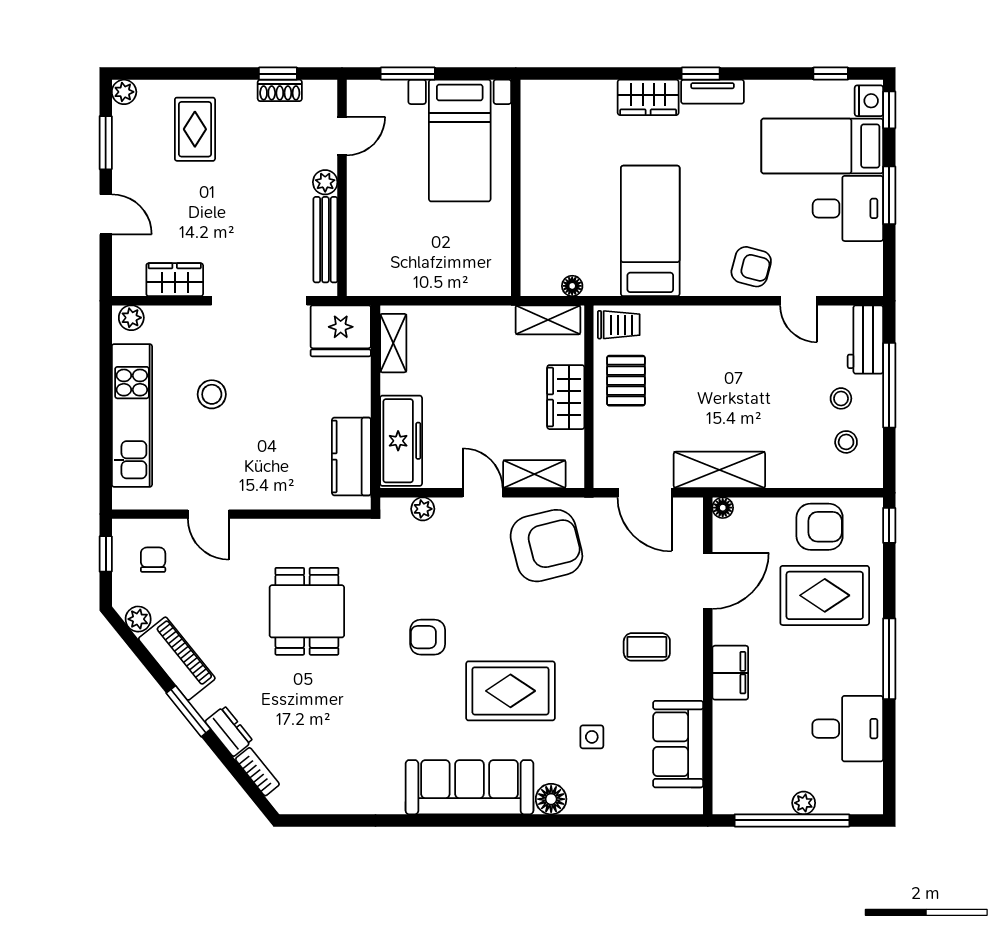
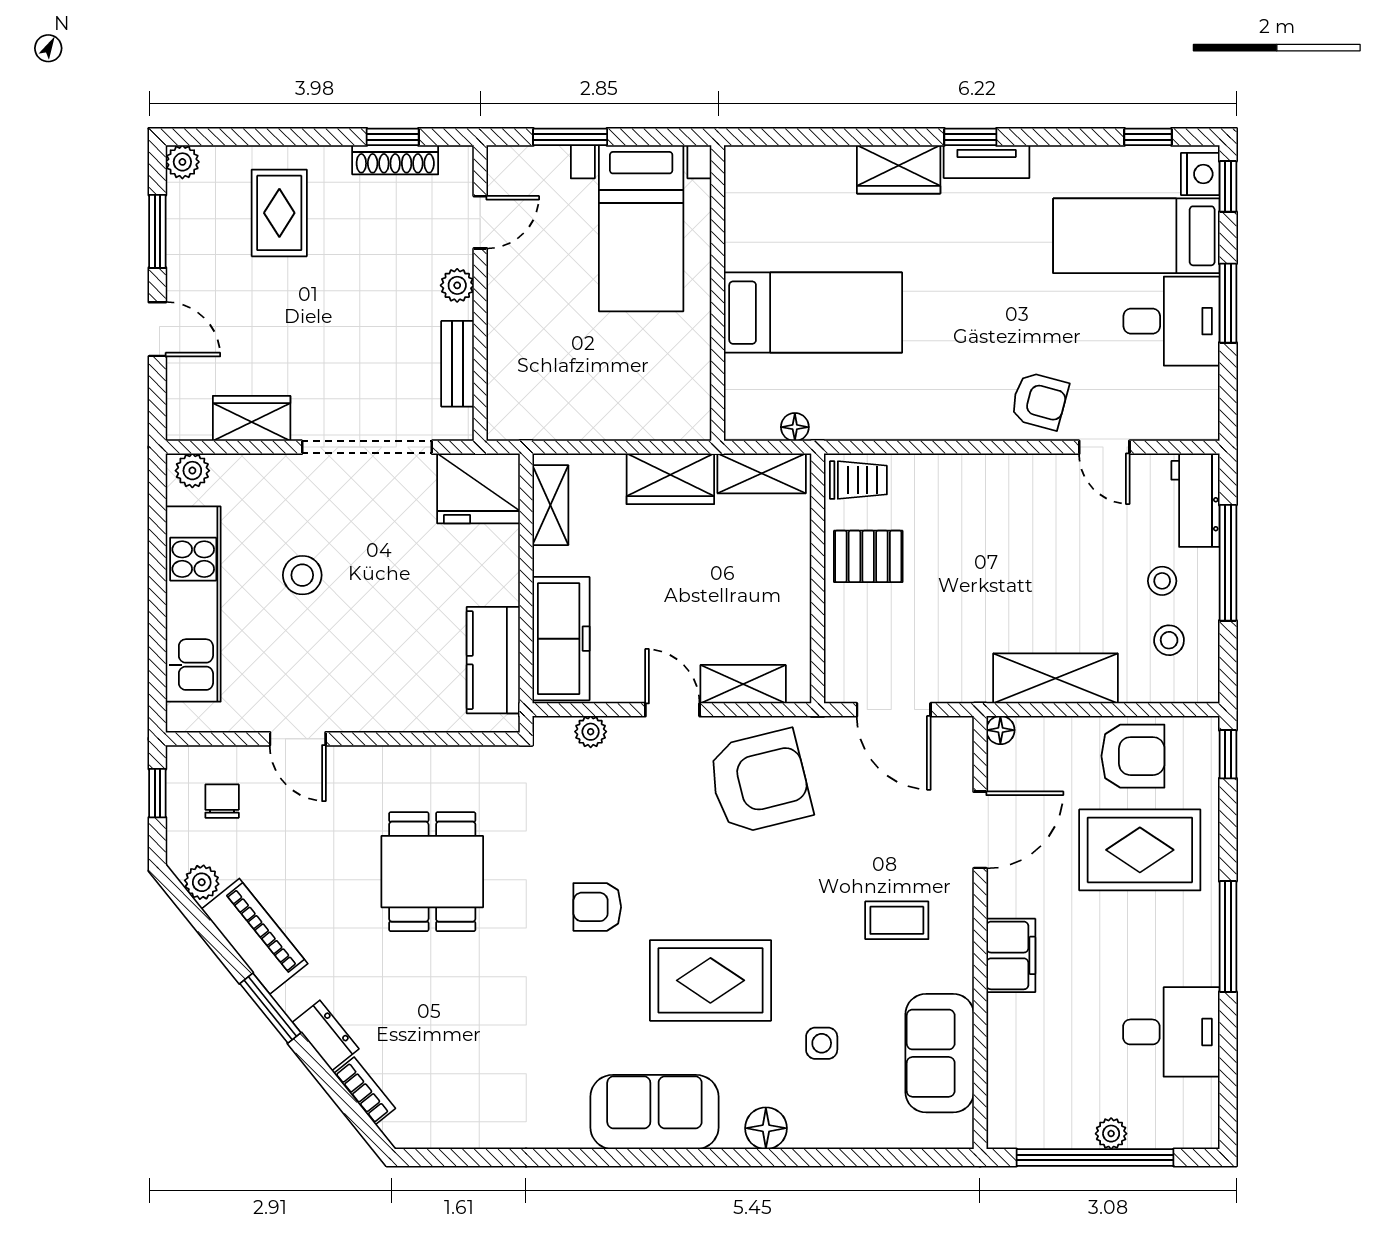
shoe rack: (280, 90) -> (395, 160), width x1.43
bed: (650, 231) -> (813, 313), moved, turned 90
bench: (325, 240) -> (458, 364), width x0.73
pallet: (626, 381) -> (868, 556), turned 90
wardrobe: (566, 397) -> (670, 479), moved, turned -90
shelving: (719, 470) -> (1055, 678), moved
sofa: (469, 787) -> (654, 1112), width x0.73

